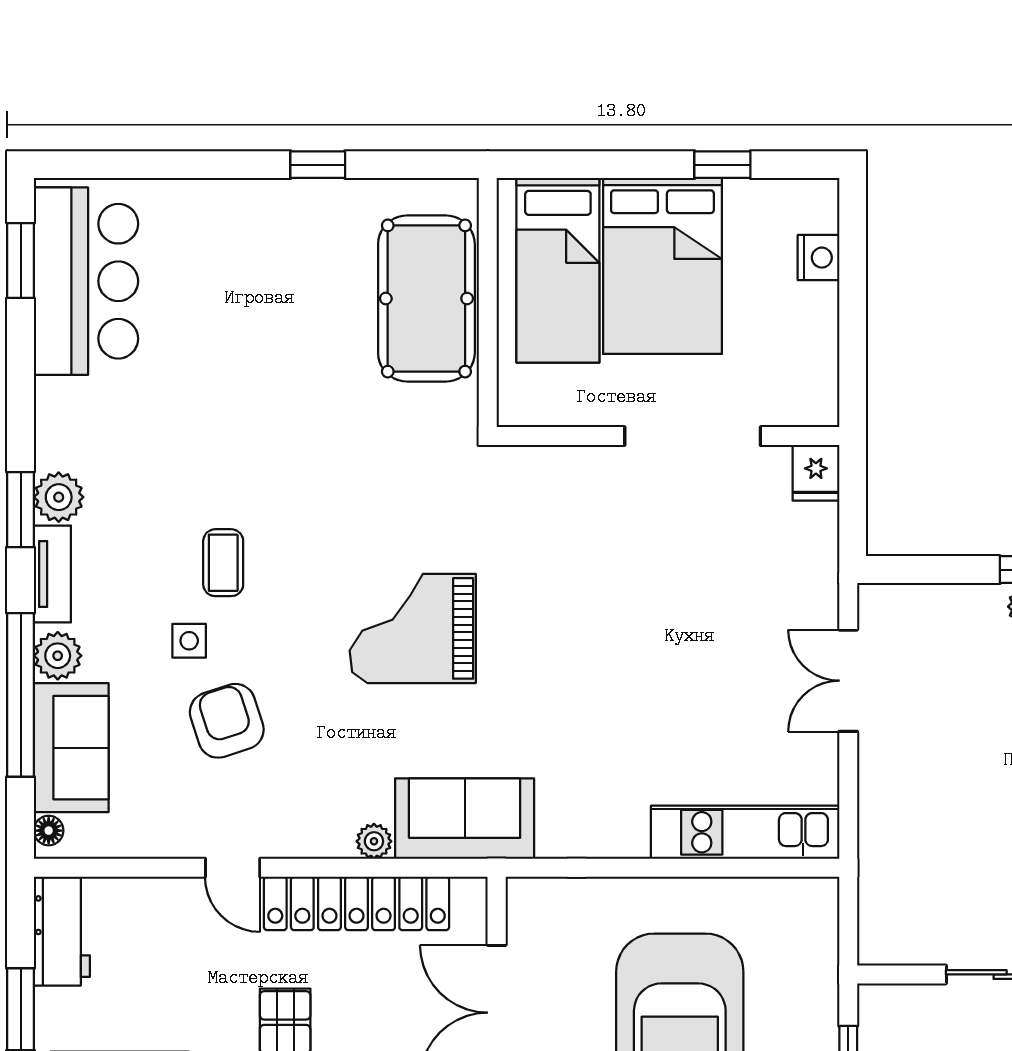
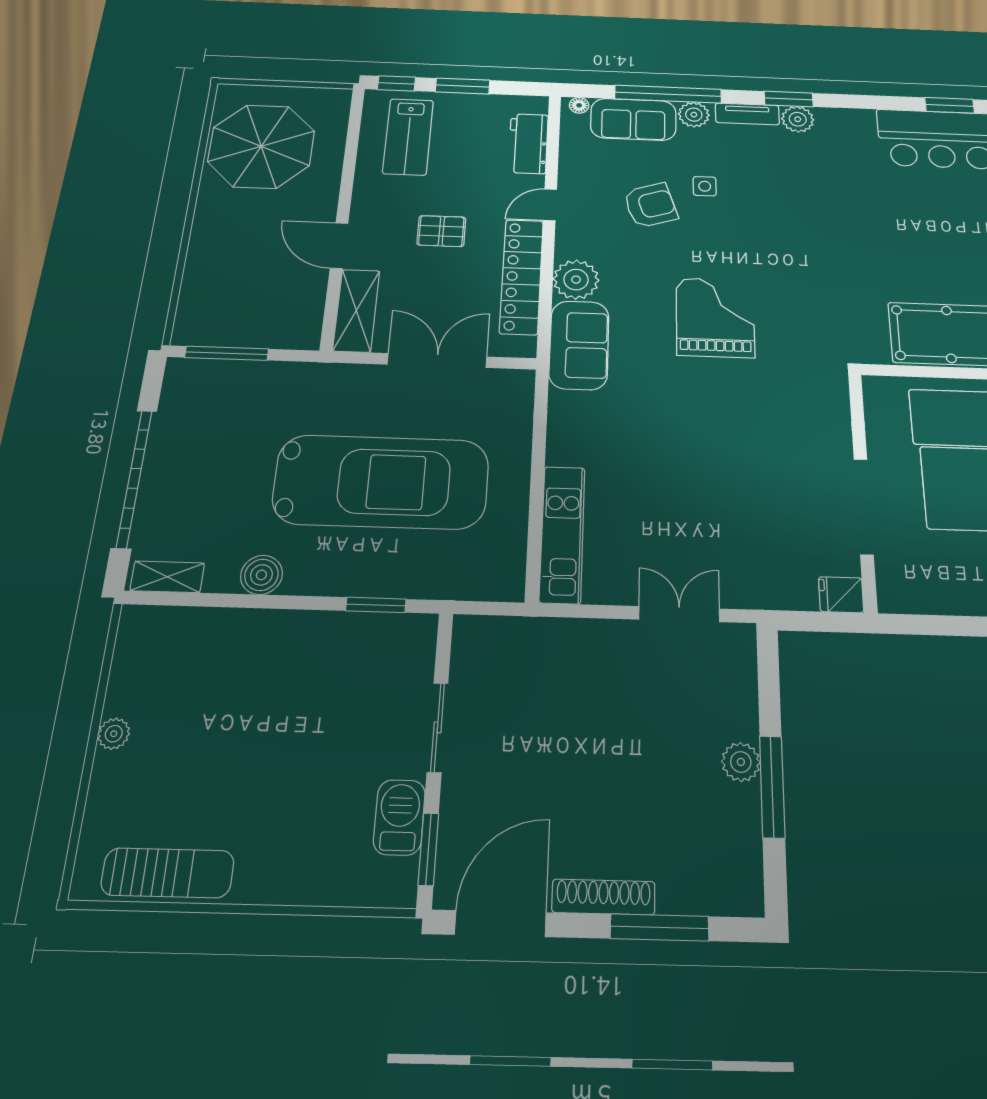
coffee table: (223, 563) -> (758, 207), removed
plant: (374, 841) -> (576, 280), width x1.88, depth x1.88
workbench: (62, 931) -> (528, 144), moved, turned 90

